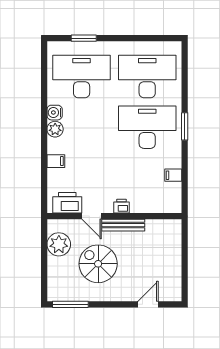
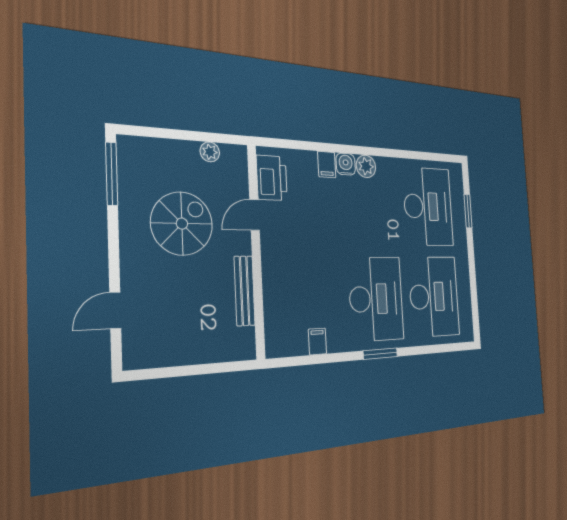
water cooler: (55, 113) -> (346, 164), moved
printer: (121, 206) -> (271, 262), removed
bench: (123, 225) -> (245, 291), moved
plant: (59, 244) -> (210, 152), width x0.53, depth x0.53
door: (148, 304) -> (115, 310), swing flipped

